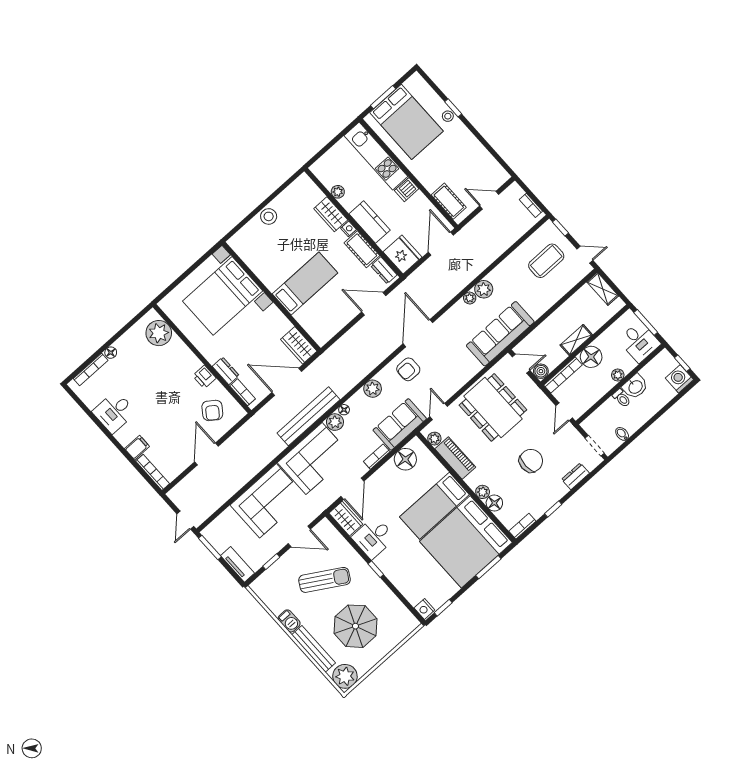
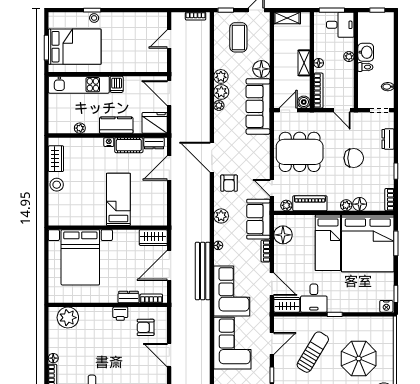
cot: (449, 201) -> (147, 65), removed
wardrobe: (331, 214) -> (56, 159), moved, turned -90
floor lamp: (536, 307) -> (261, 69), added
floor lamp: (591, 357) -> (319, 63), width x0.53, depth x0.53
washing machine: (679, 379) -> (386, 21), removed
armchair: (212, 410) -> (146, 327), turned 144
plant: (335, 422) -> (221, 76), moved
chair: (531, 461) -> (354, 158), turned 90

